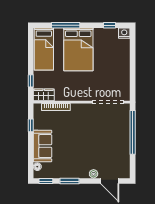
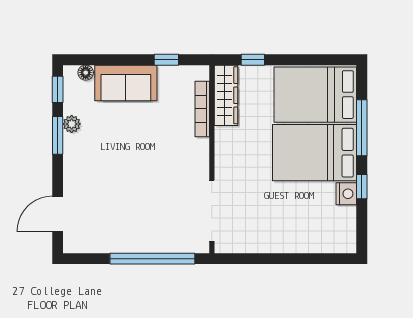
window: (110, 25) -> (362, 187), moved
nightstand: (124, 33) -> (346, 194), moved
bed: (44, 49) -> (315, 95), width x1.50
wardrobe: (44, 95) -> (226, 95), width x1.50
plant: (94, 174) -> (72, 124), moved

